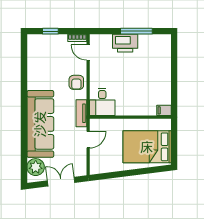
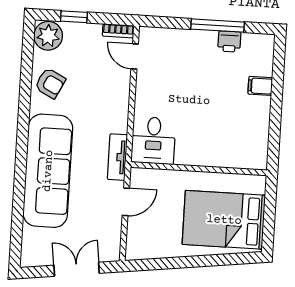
printer: (125, 43) -> (229, 41), moved, width x0.53, depth x0.68
armchair: (76, 82) -> (50, 83), moved, turned -63
filing cabinet: (164, 110) -> (260, 86), moved
plant: (36, 167) -> (48, 36), moved

